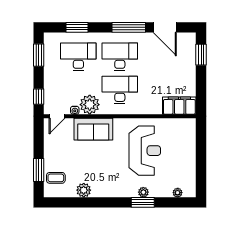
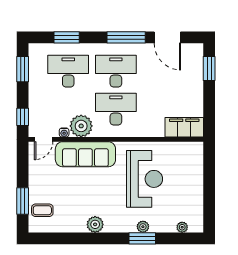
sofa: (93, 129) -> (85, 154), width x1.36
plant: (84, 190) -> (95, 224), moved

